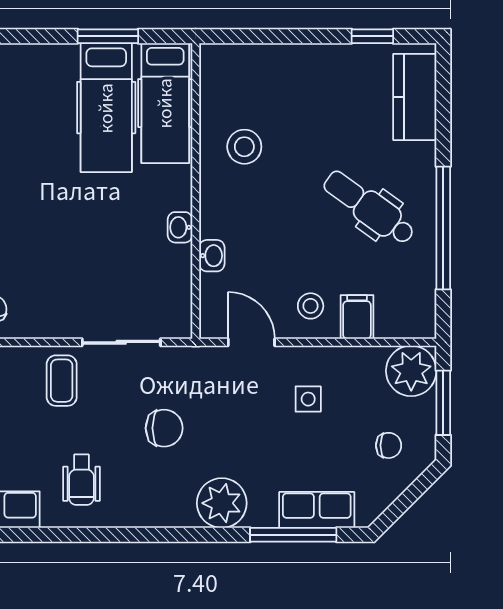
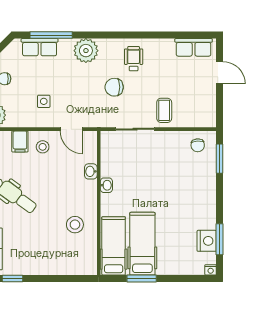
wheelchair: (81, 480) -> (134, 59), moved

